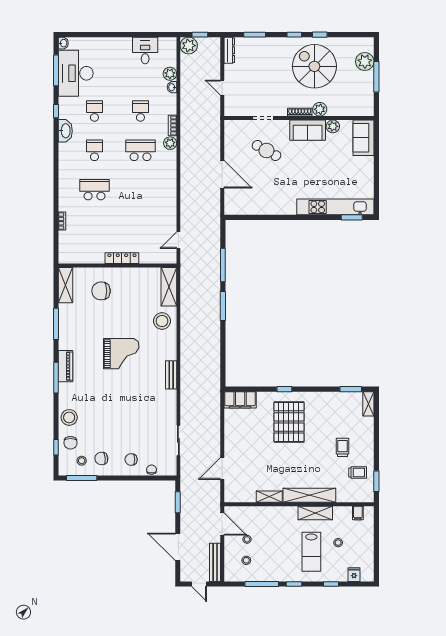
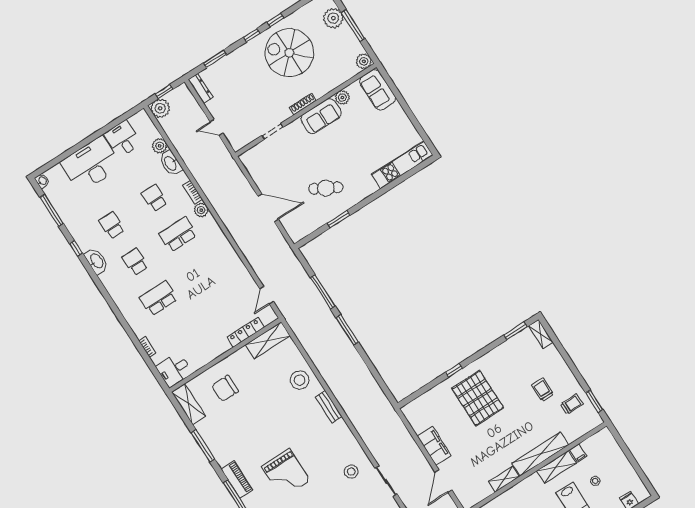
desk: (76, 73) -> (91, 164), moved, turned 90
washbasin: (172, 87) -> (171, 163), width x1.91, depth x1.45
plant: (320, 109) -> (364, 61), moved
cafe table: (266, 150) -> (326, 188), moved
kitchen unit: (335, 207) -> (402, 165), width x0.73
window: (352, 217) -> (339, 219), moved
desk: (71, 252) -> (174, 370), added
locker: (122, 258) -> (246, 332), moved
shelving: (169, 287) -> (268, 340), moved, turned 90
grand piano: (121, 354) -> (286, 474), moved, turned 90
bench: (171, 375) -> (329, 407), moved
filing cabinet: (240, 400) -> (434, 446), moved, turned -90
stool: (157, 416) -> (351, 472), added
filing cabinet: (358, 513) -> (578, 453), moved

